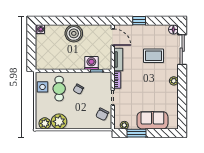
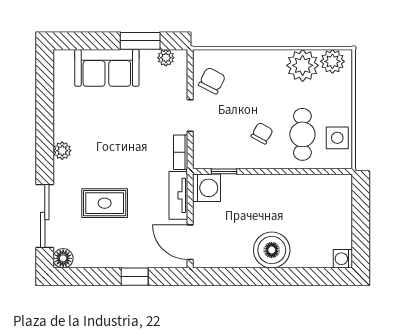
washing machine: (91, 63) -> (206, 188), moved, turned -90

